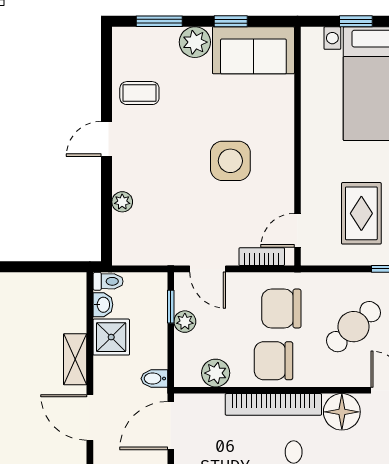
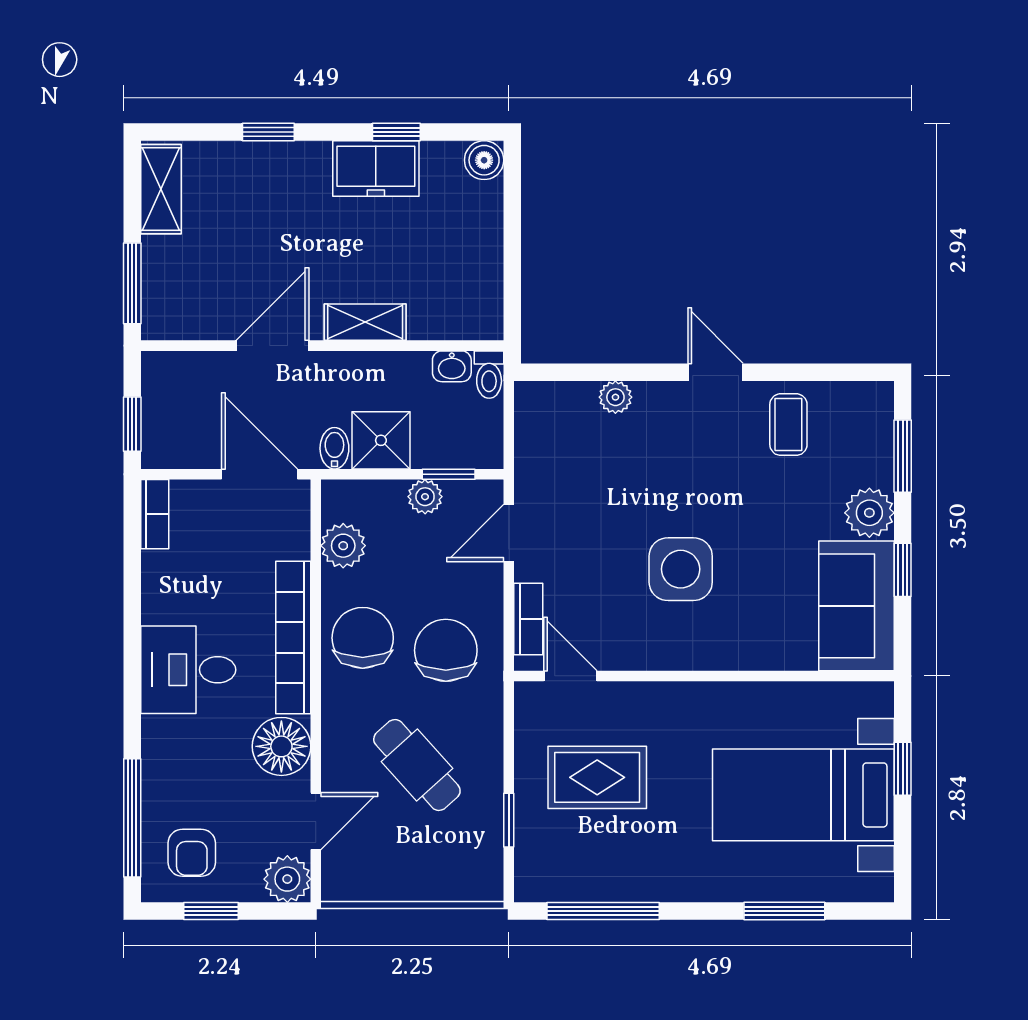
shower: (111, 337) -> (381, 440), moved

